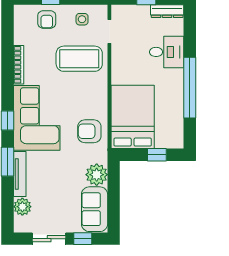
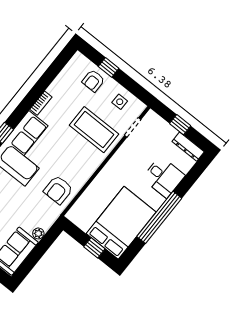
bookcase: (19, 65) -> (41, 103), width x0.64
bed: (133, 117) -> (121, 223), moved
armchair: (89, 131) -> (58, 190), turned -90
plant: (97, 175) -> (38, 233), width x0.53, depth x0.53

